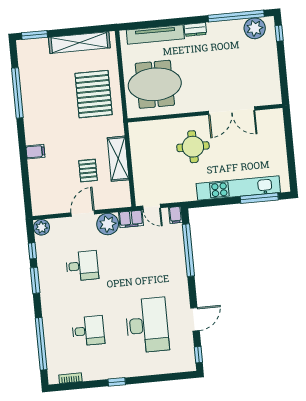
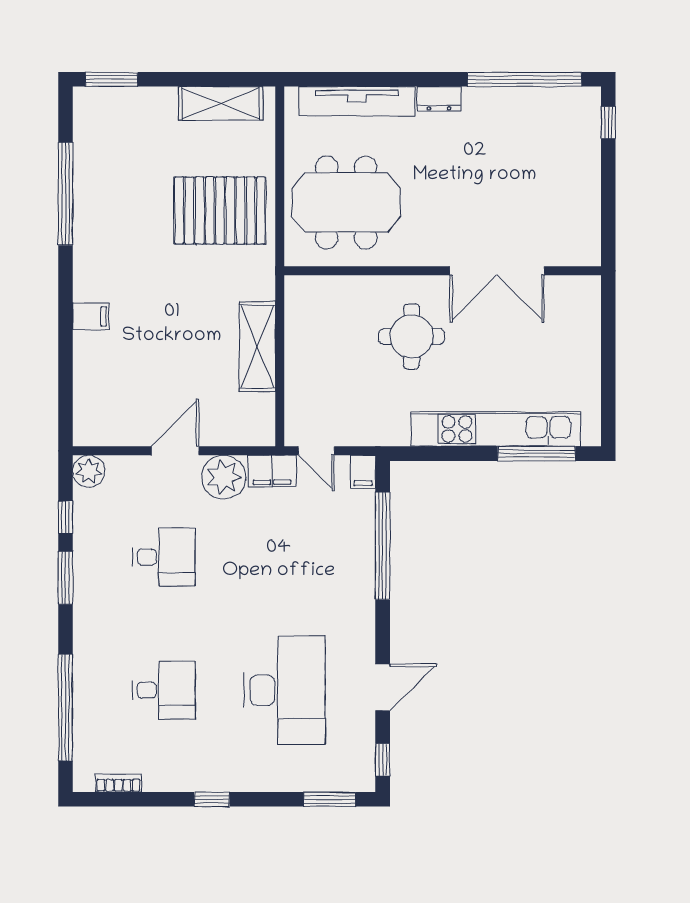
plant: (255, 28) -> (560, 108), removed
shelving: (79, 43) -> (221, 103), width x0.68
pallet: (94, 94) -> (220, 210), turned 90
pallet: (88, 171) -> (194, 365), removed
window: (174, 376) -> (329, 799), added

